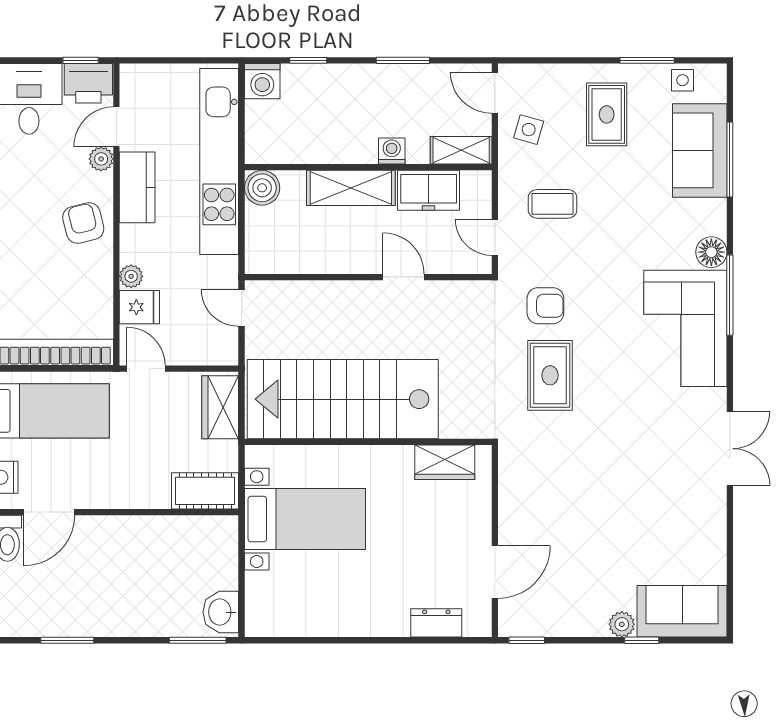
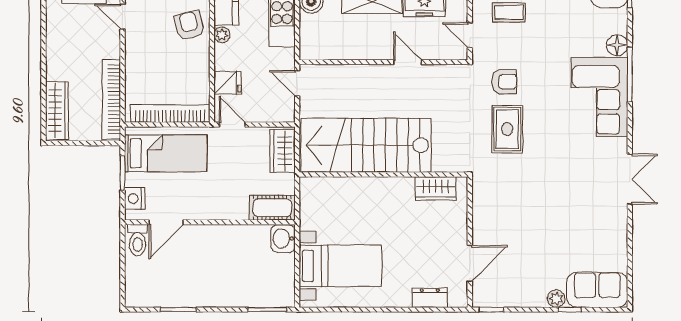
plant: (131, 276) -> (222, 35), moved
bed with nightstands: (305, 519) -> (340, 266), moved
washbasin: (221, 612) -> (283, 239), moved

